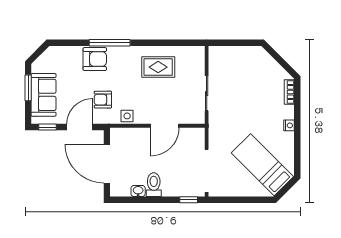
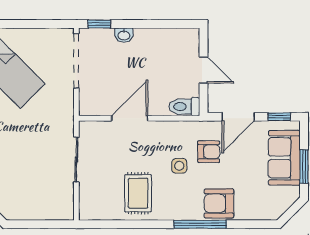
rug: (158, 67) -> (138, 193), turned 90
side table: (127, 116) -> (179, 166), moved
door: (107, 164) -> (203, 70), width x0.53
toilet: (154, 185) -> (184, 107), moved, turned 90
washbasin: (138, 191) -> (124, 35), moved

